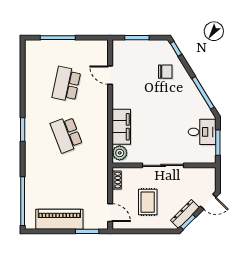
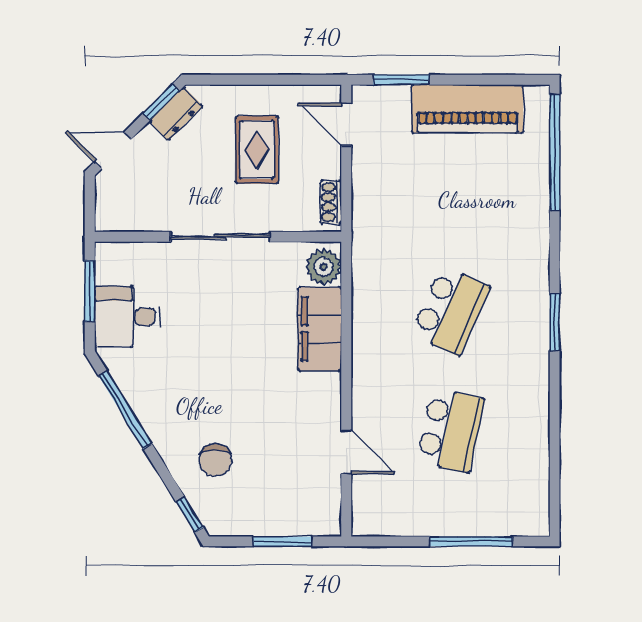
chair: (165, 72) -> (215, 460), turned -90
school desk: (66, 134) -> (450, 311), turned 45
dresser: (185, 214) -> (176, 114), width x0.70

